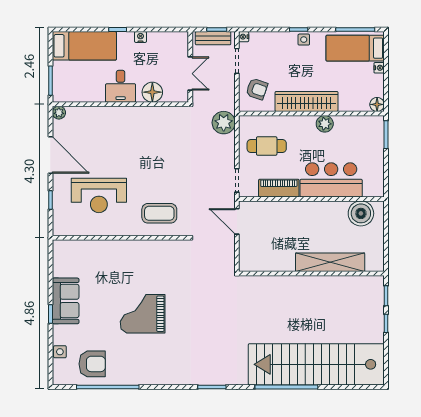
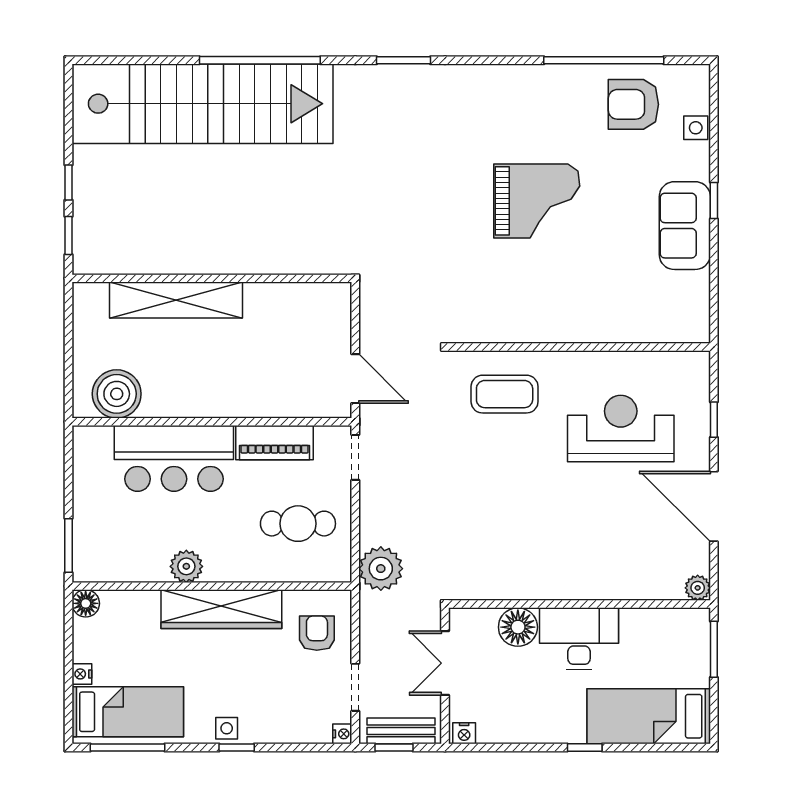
nightstand: (140, 37) -> (464, 733), moved
desk: (121, 86) -> (579, 639), width x1.37
armchair: (257, 89) -> (317, 633), turned 71

